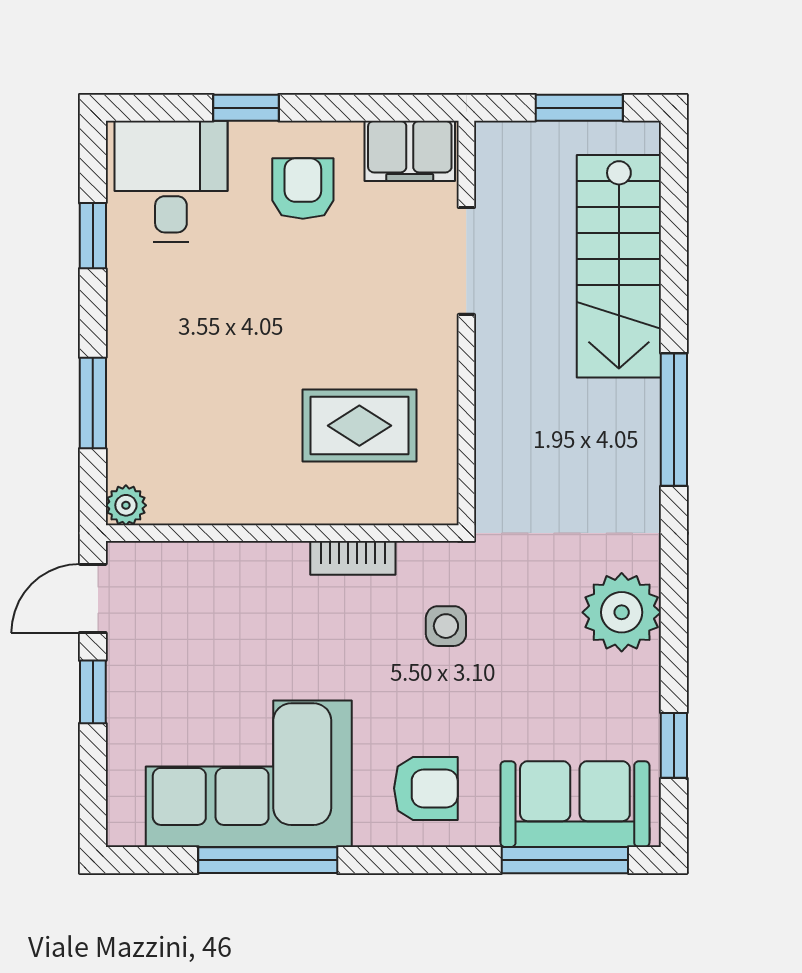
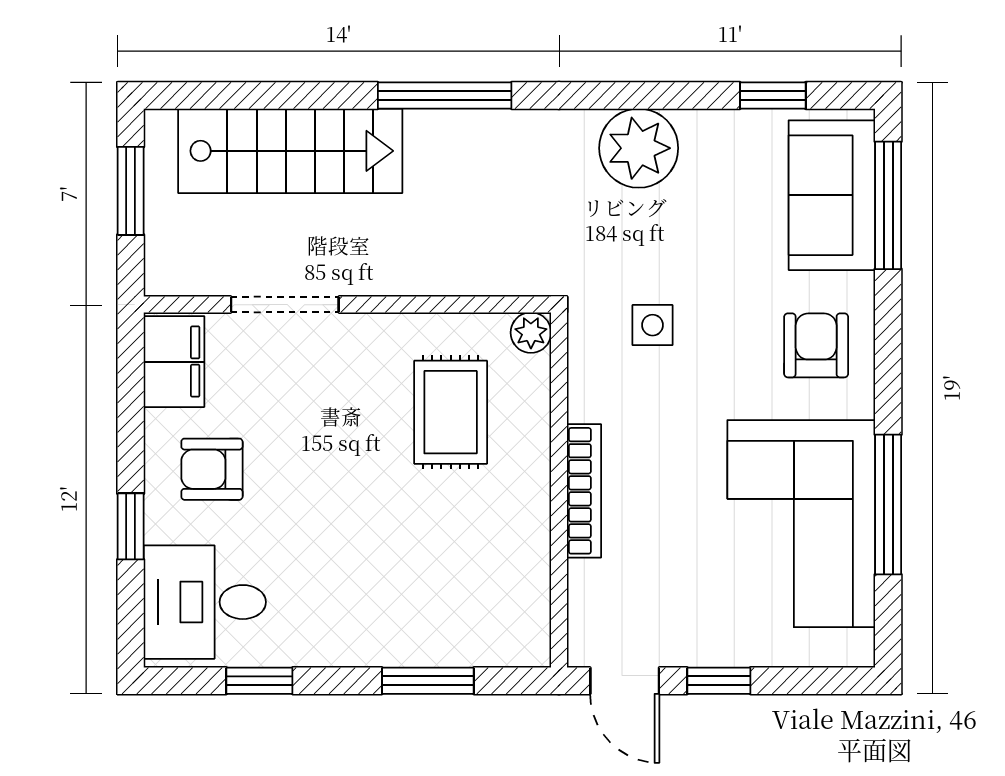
plant: (126, 505) -> (531, 333), moved
bookcase: (353, 558) -> (584, 491), moved, width x1.56

